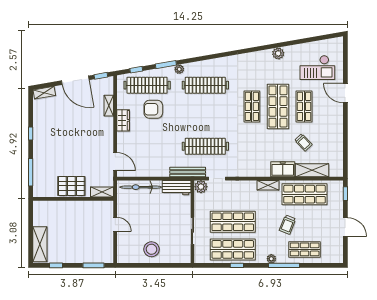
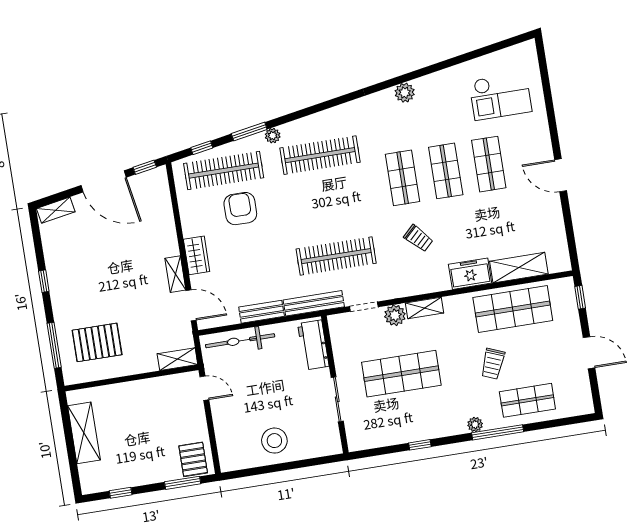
plant: (278, 53) -> (405, 93), moved
door: (345, 93) -> (561, 175), moved
shelving: (109, 106) -> (175, 274), moved
shop shelf: (278, 106) -> (446, 171), width x0.70, depth x0.74
armchair: (153, 109) -> (240, 209), turned 90
wardrobe: (123, 120) -> (197, 255), moved
trolley: (303, 142) -> (418, 238), moved
bench: (156, 172) -> (262, 312), added
shelving: (268, 185) -> (424, 308), moved
pallet: (71, 186) -> (97, 342), moved
plant: (201, 187) -> (395, 315), moved
workbench: (177, 188) -> (313, 345), moved, turned 90
door: (115, 224) -> (204, 388), moved
shelving: (40, 244) -> (84, 433), moved
shop shelf: (233, 249) -> (409, 419), removed
pallet: (102, 253) -> (193, 459), added

